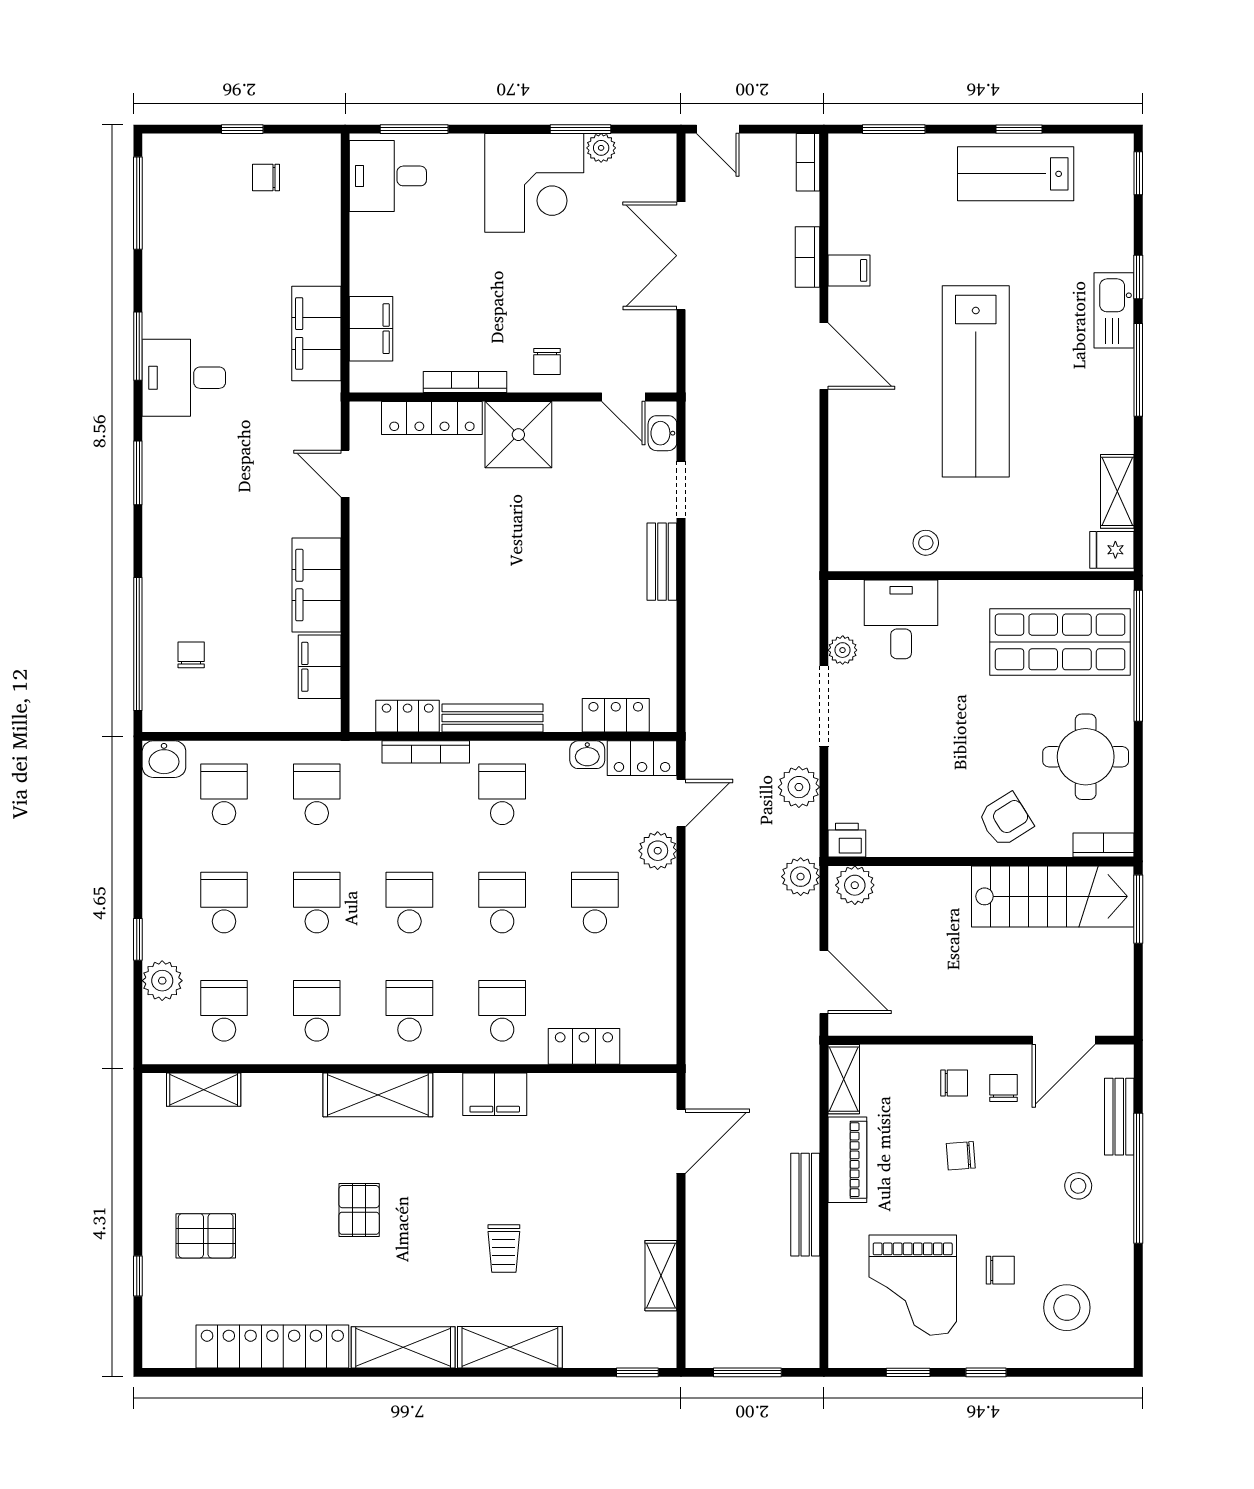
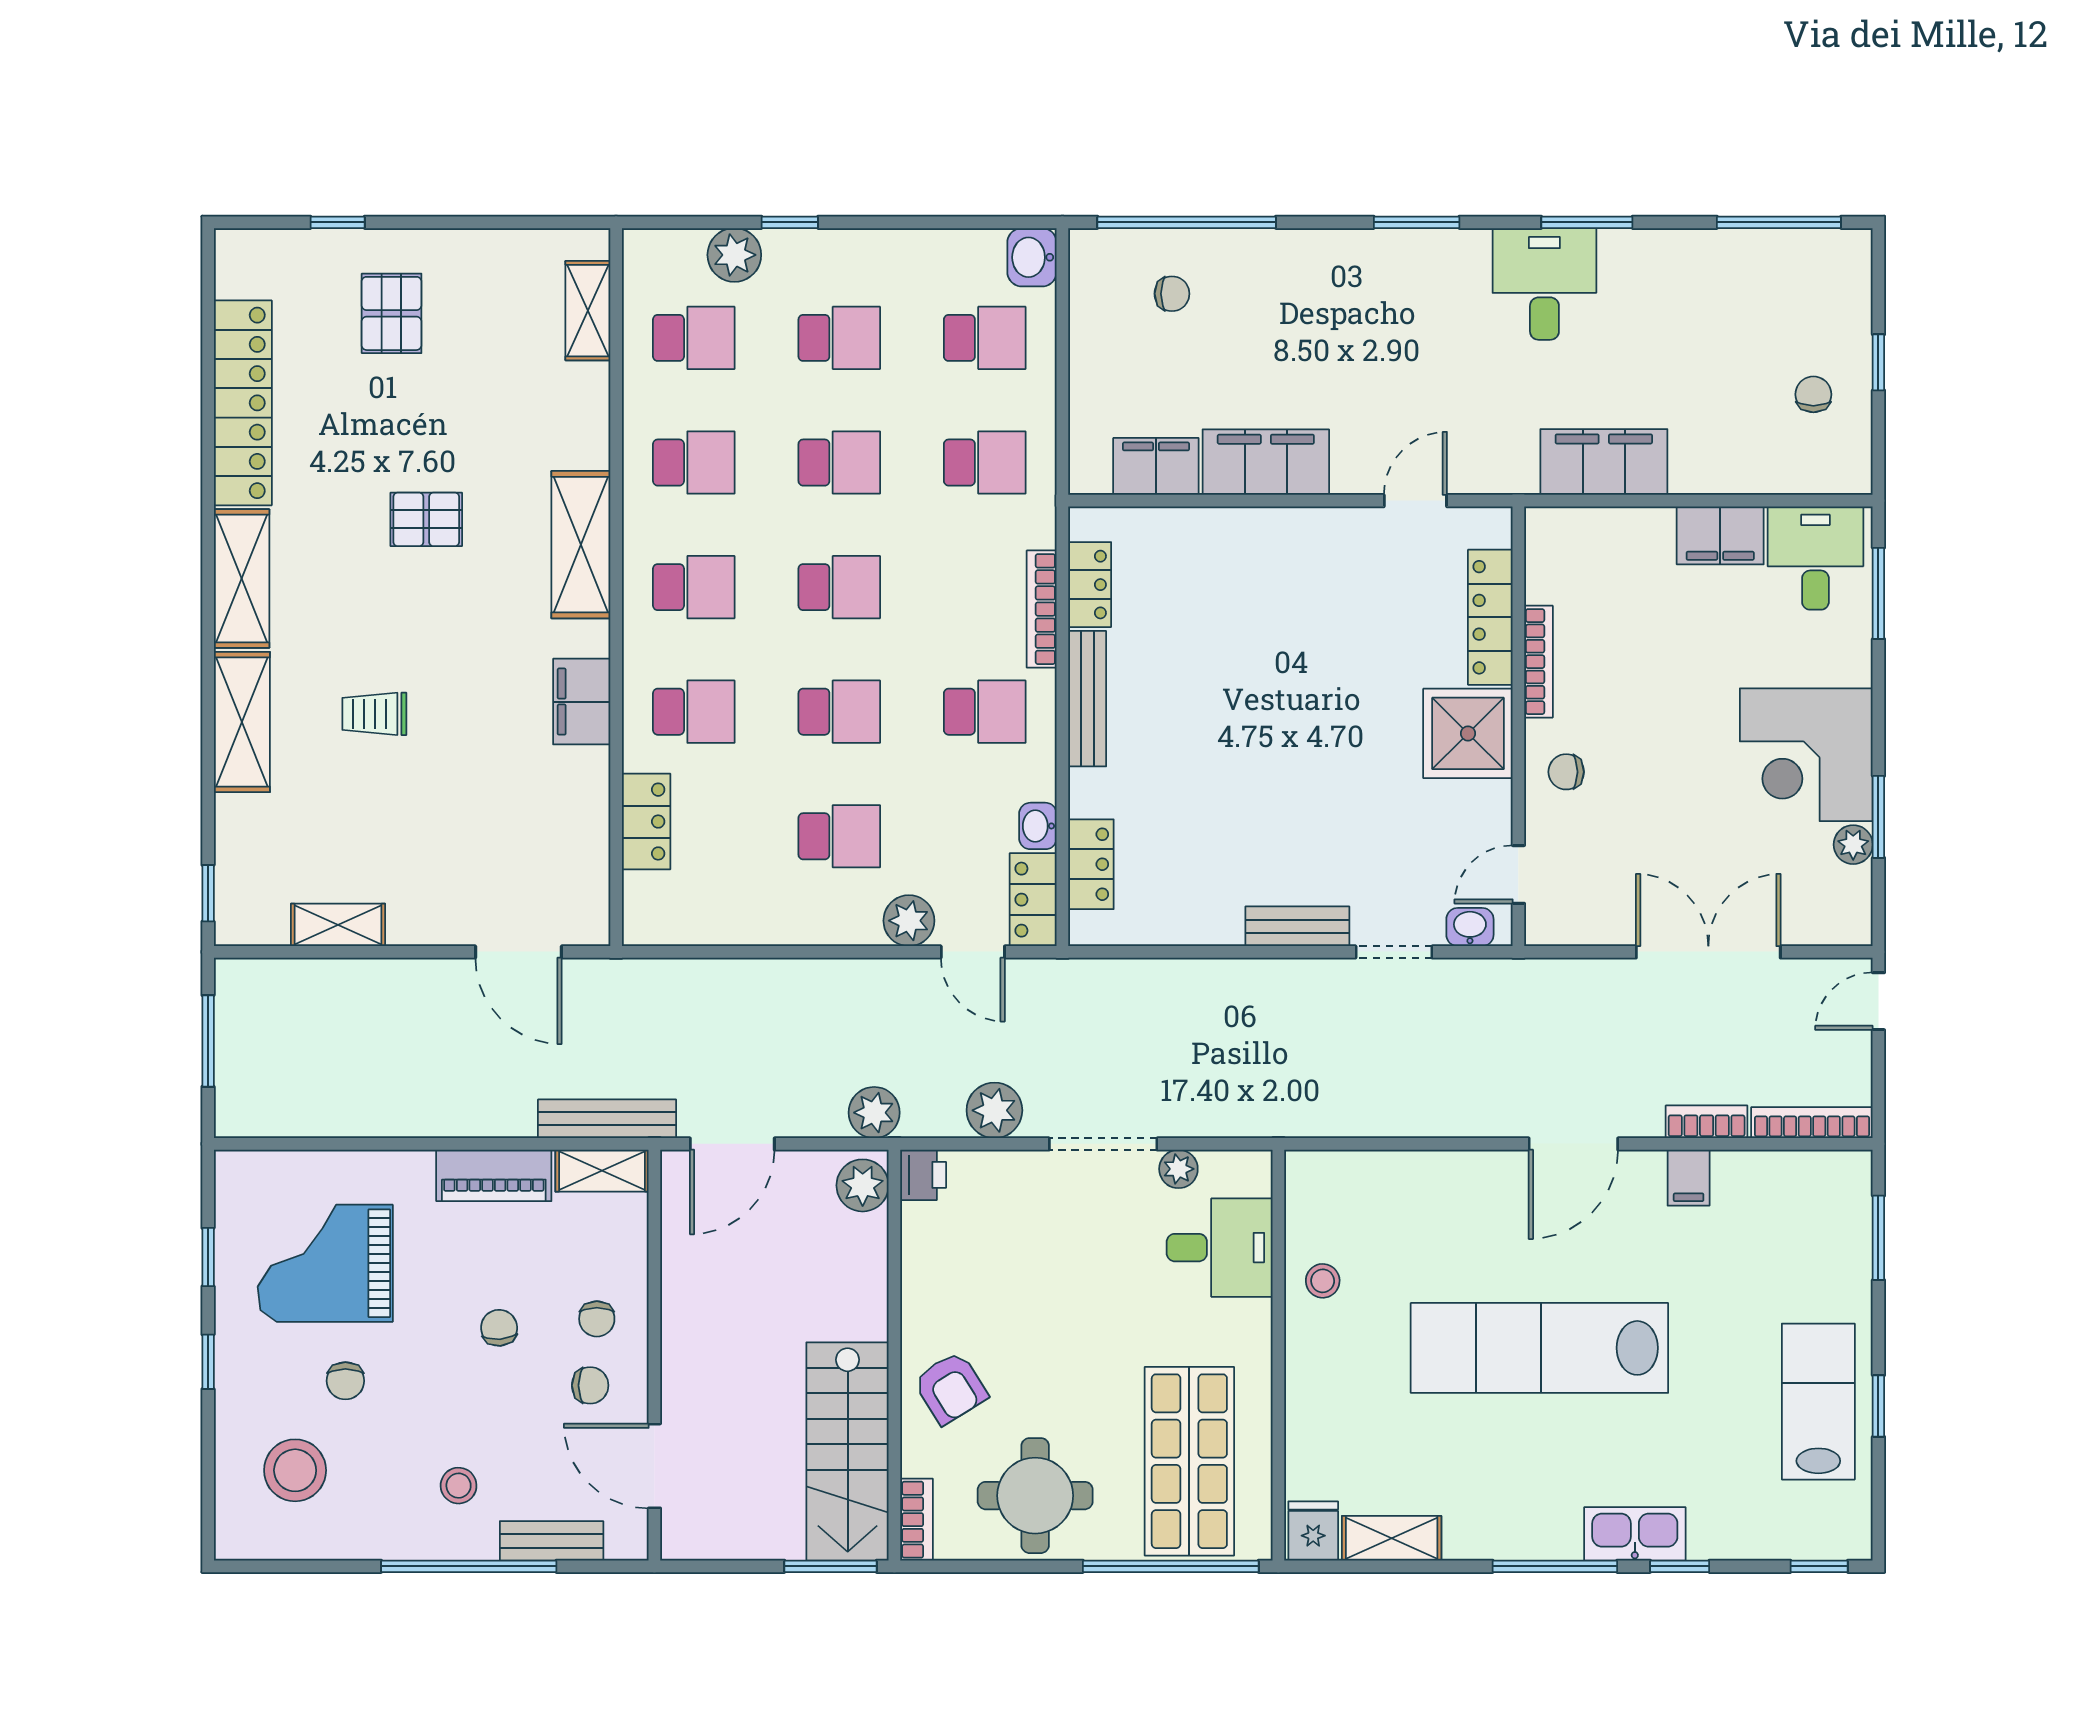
bookcase: (808, 162) -> (1812, 1123), width x1.56
filing cabinet: (371, 329) -> (1720, 535), moved
bench: (805, 1205) -> (607, 1119), moved

